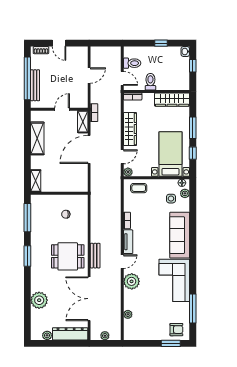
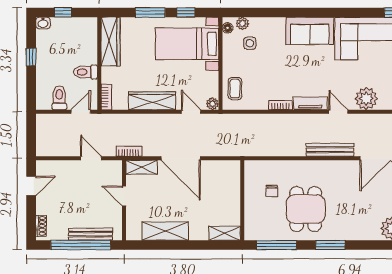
door: (59, 43) -> (31, 186), moved
door: (89, 75) -> (91, 158), moved
sofa: (180, 235) -> (310, 31), width x0.73
dining table: (68, 256) -> (306, 209), moved
bench: (95, 256) -> (330, 150), width x1.36

